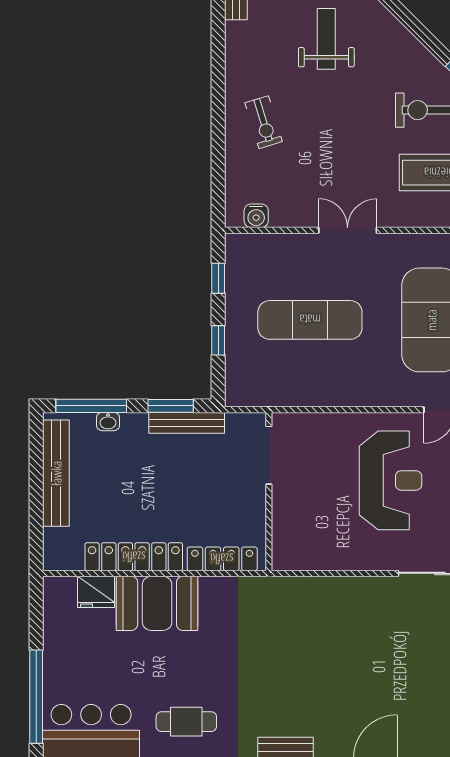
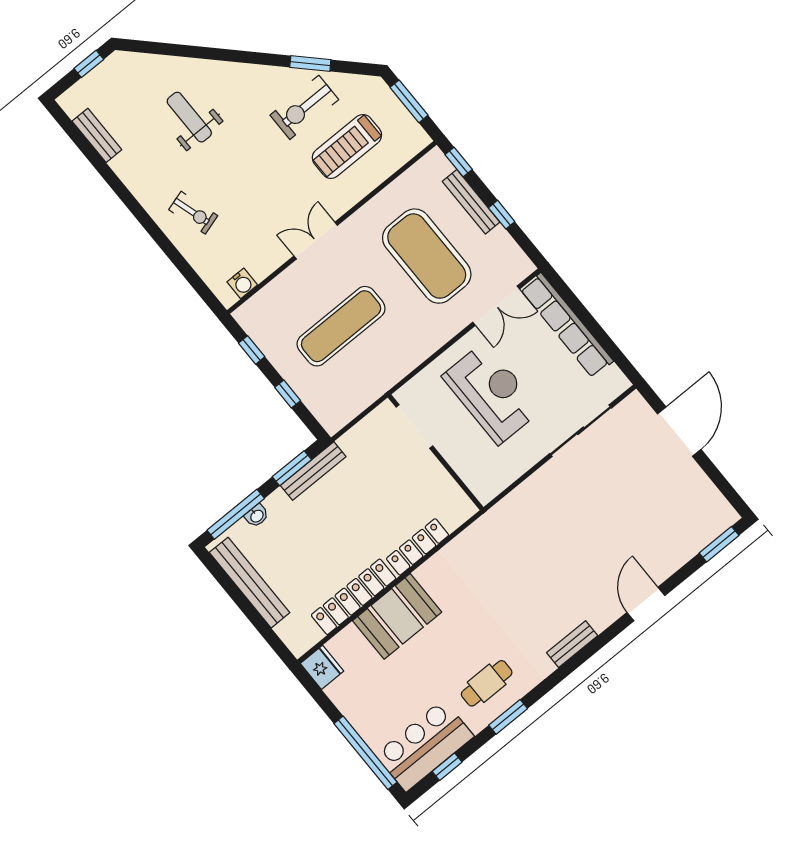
doorway: (269, 455) -> (414, 426), moved
wall: (269, 492) -> (436, 452), moved
fridge: (96, 592) -> (322, 667), moved, turned -90

